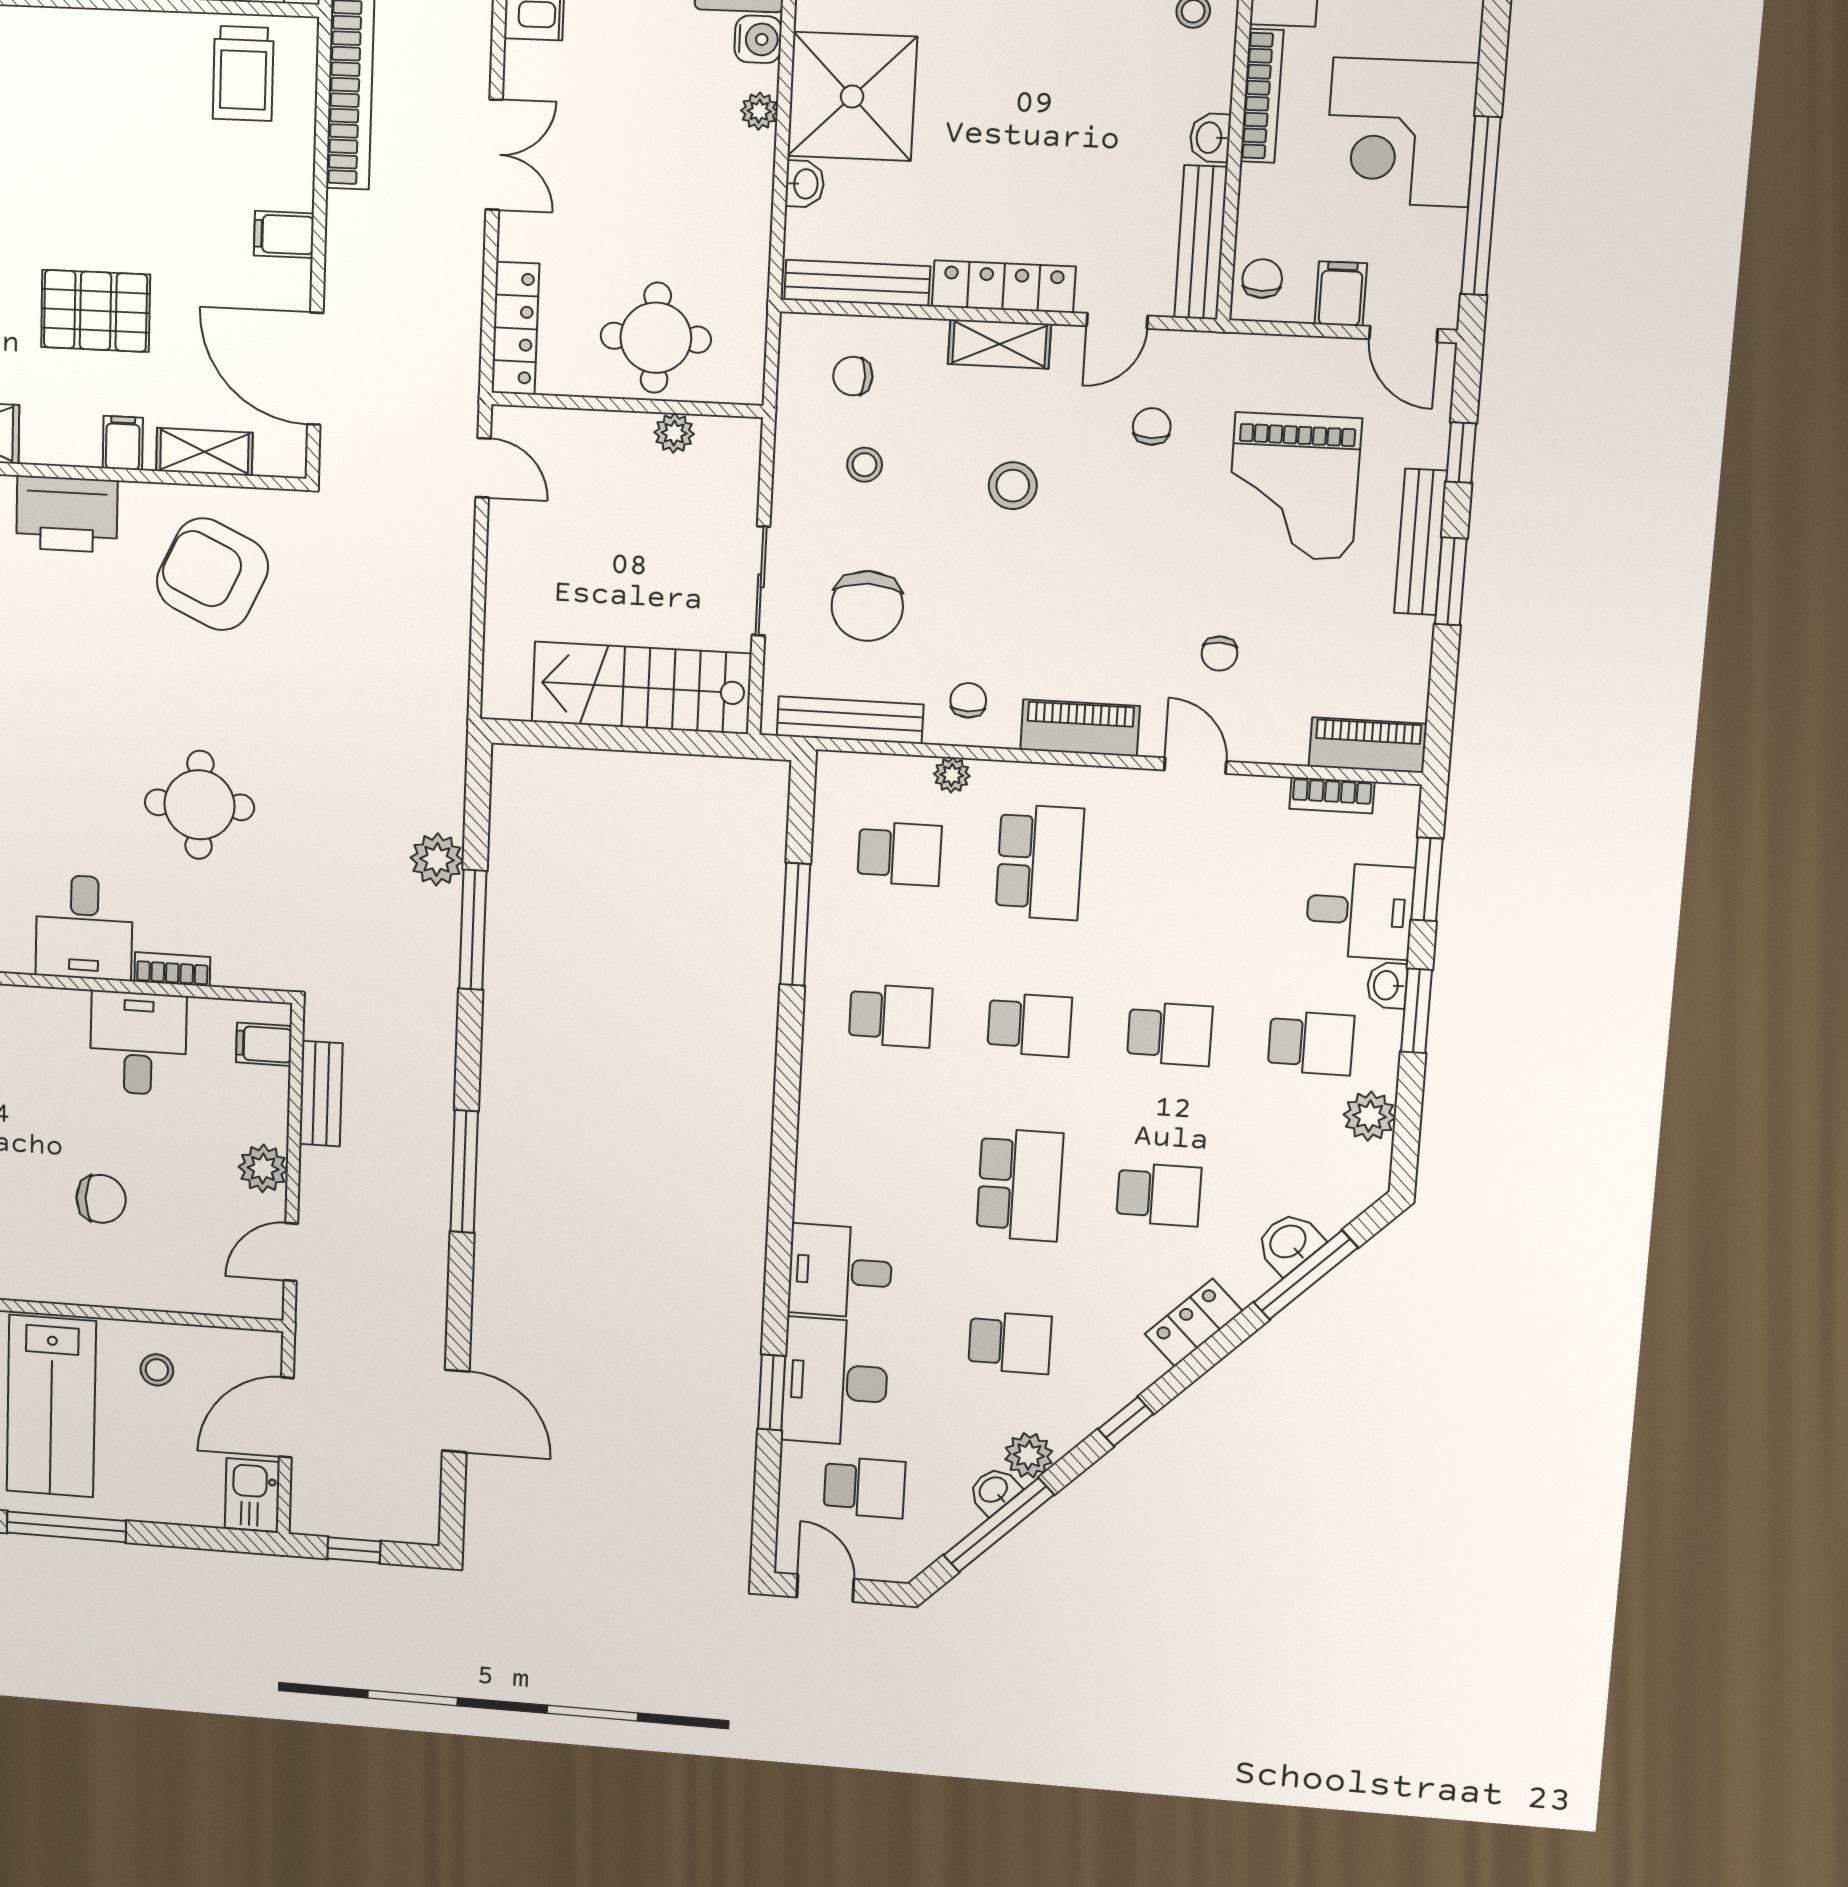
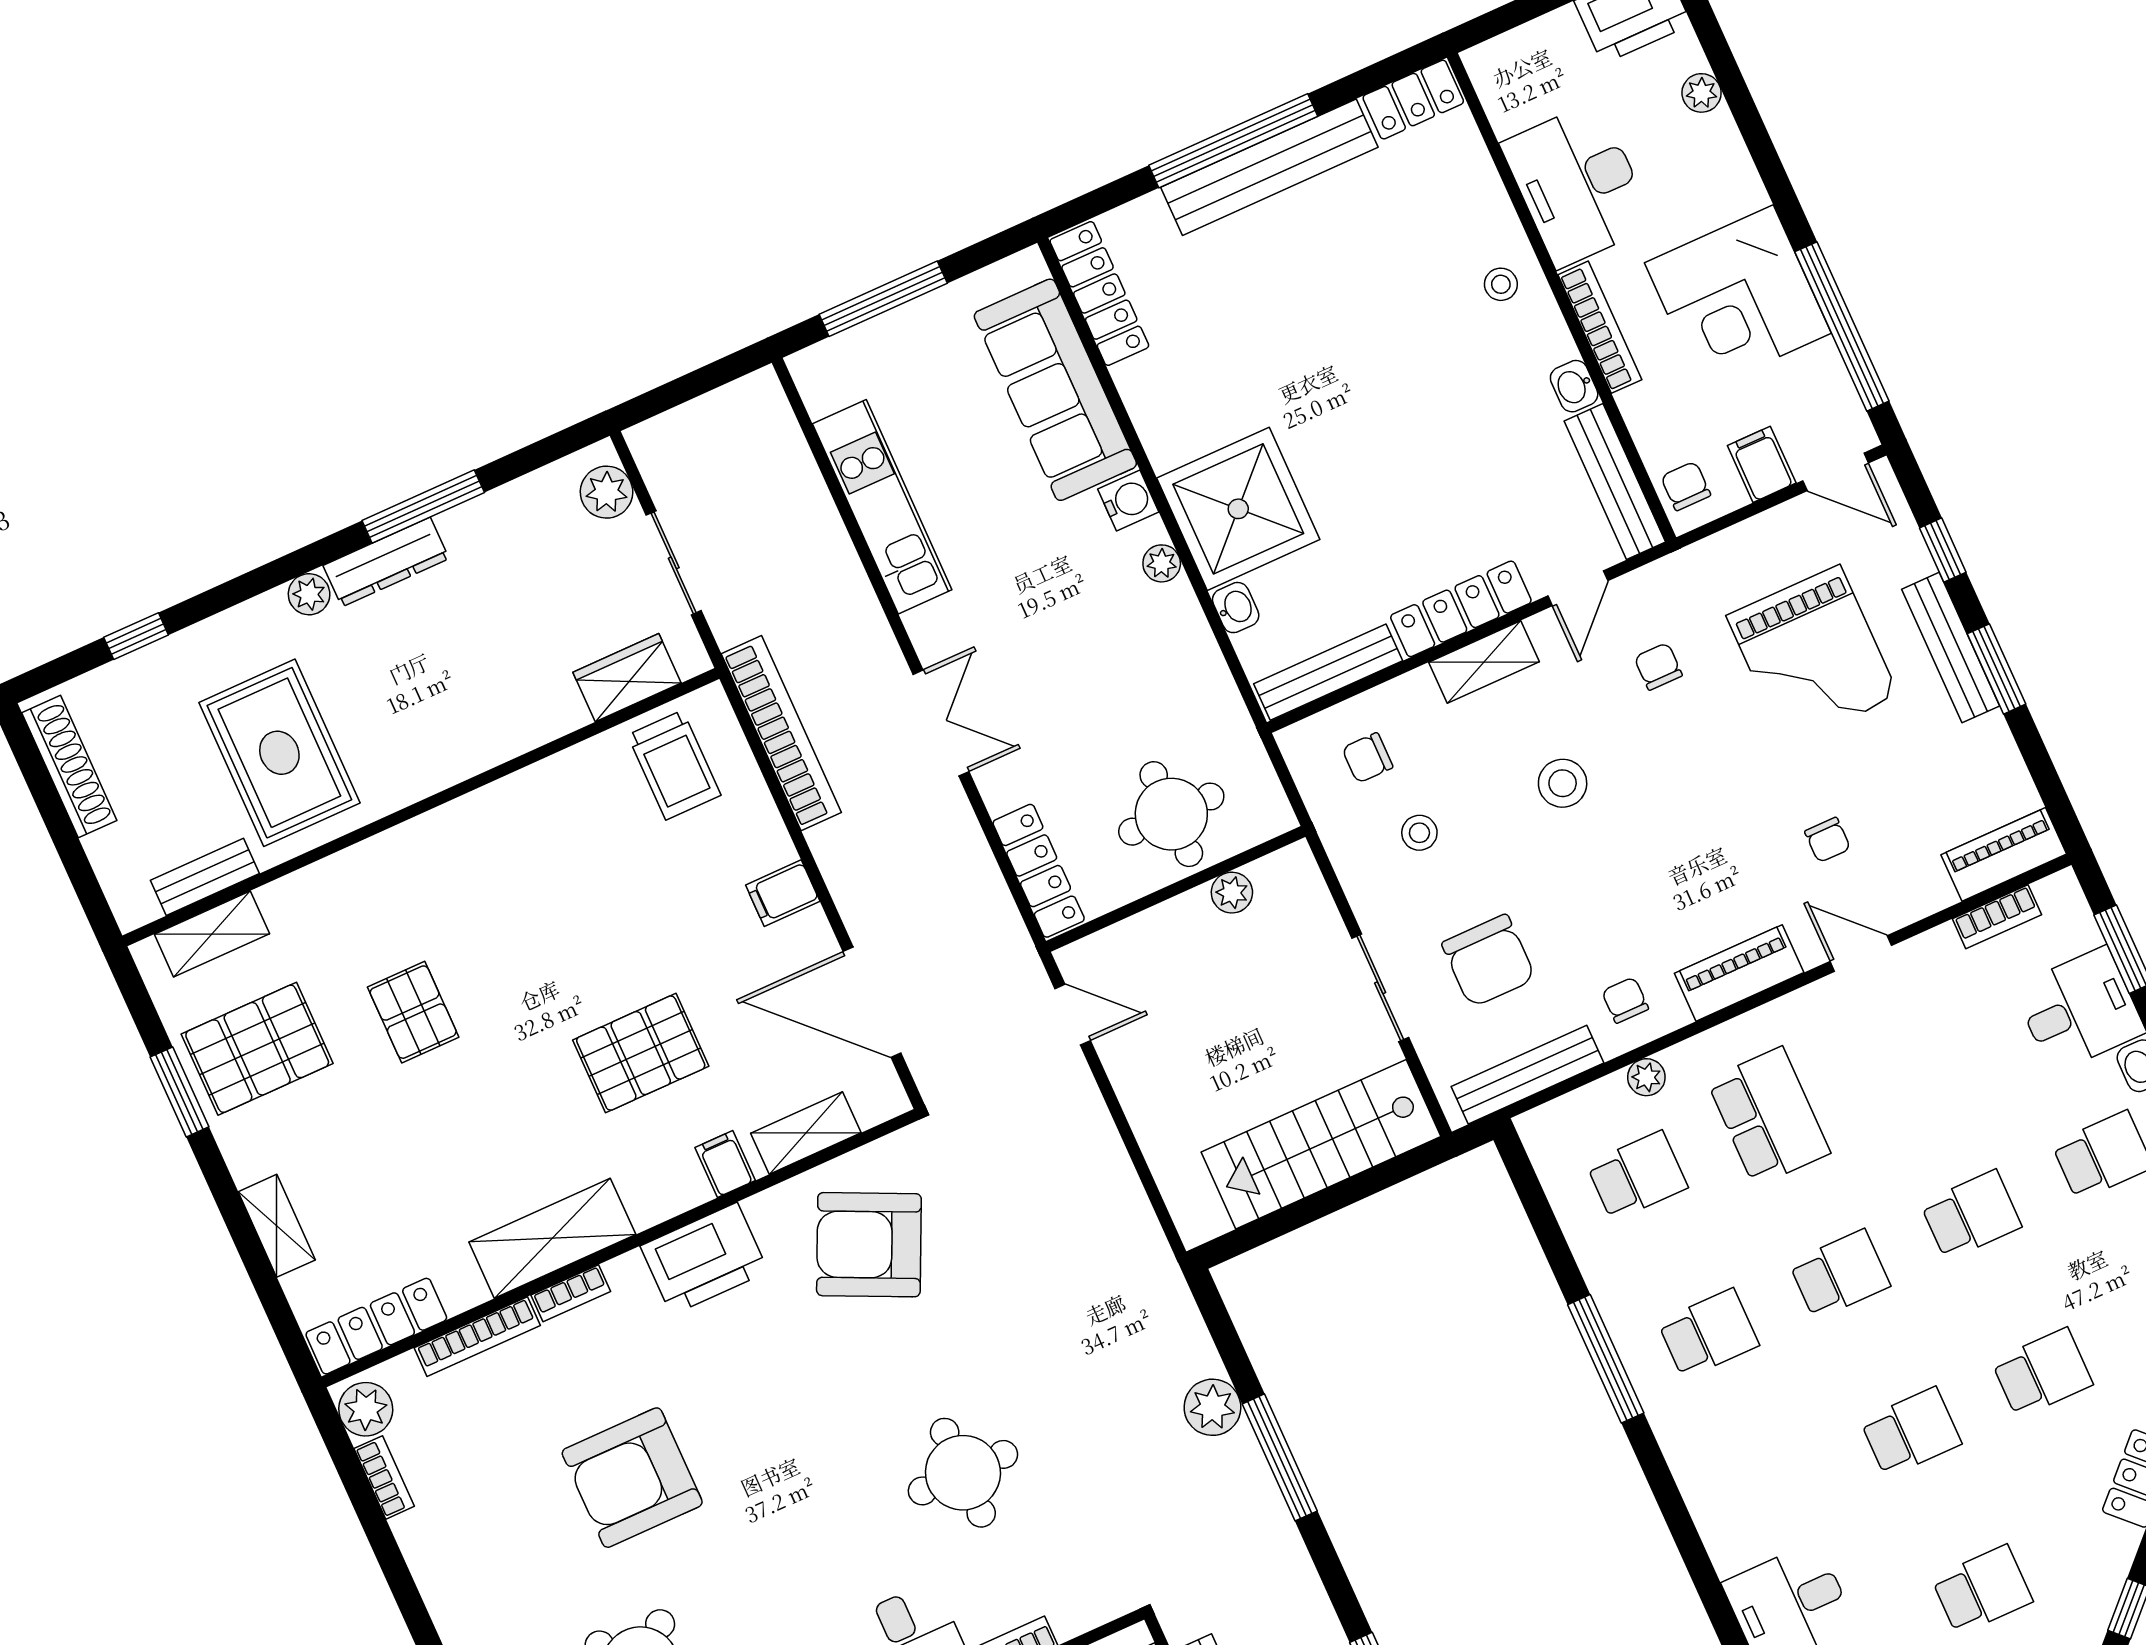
window: (795, 924) -> (1606, 1359), moved
school desk: (1020, 1185) -> (1911, 1432), width x0.54

